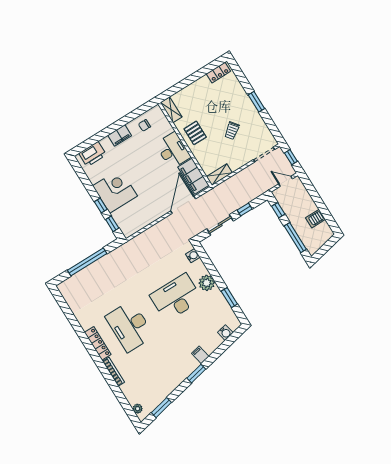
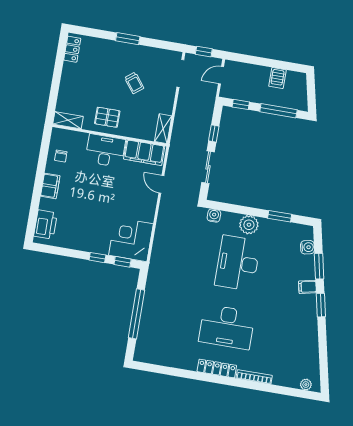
corner desk: (115, 191) -> (131, 240), moved
door: (183, 205) -> (161, 184), width x0.53
window: (161, 408) -> (319, 266), moved

